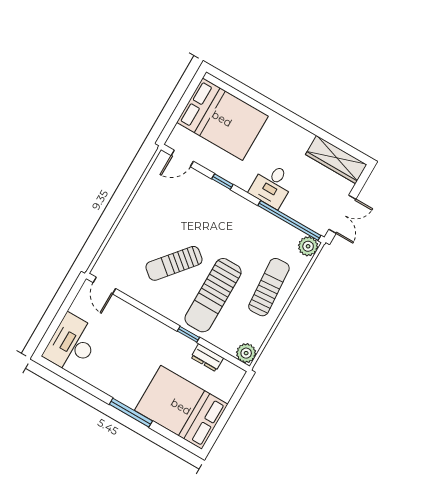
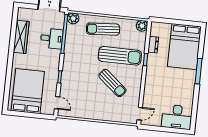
wardrobe: (336, 160) -> (21, 37), moved
desk: (272, 185) -> (52, 38), moved

